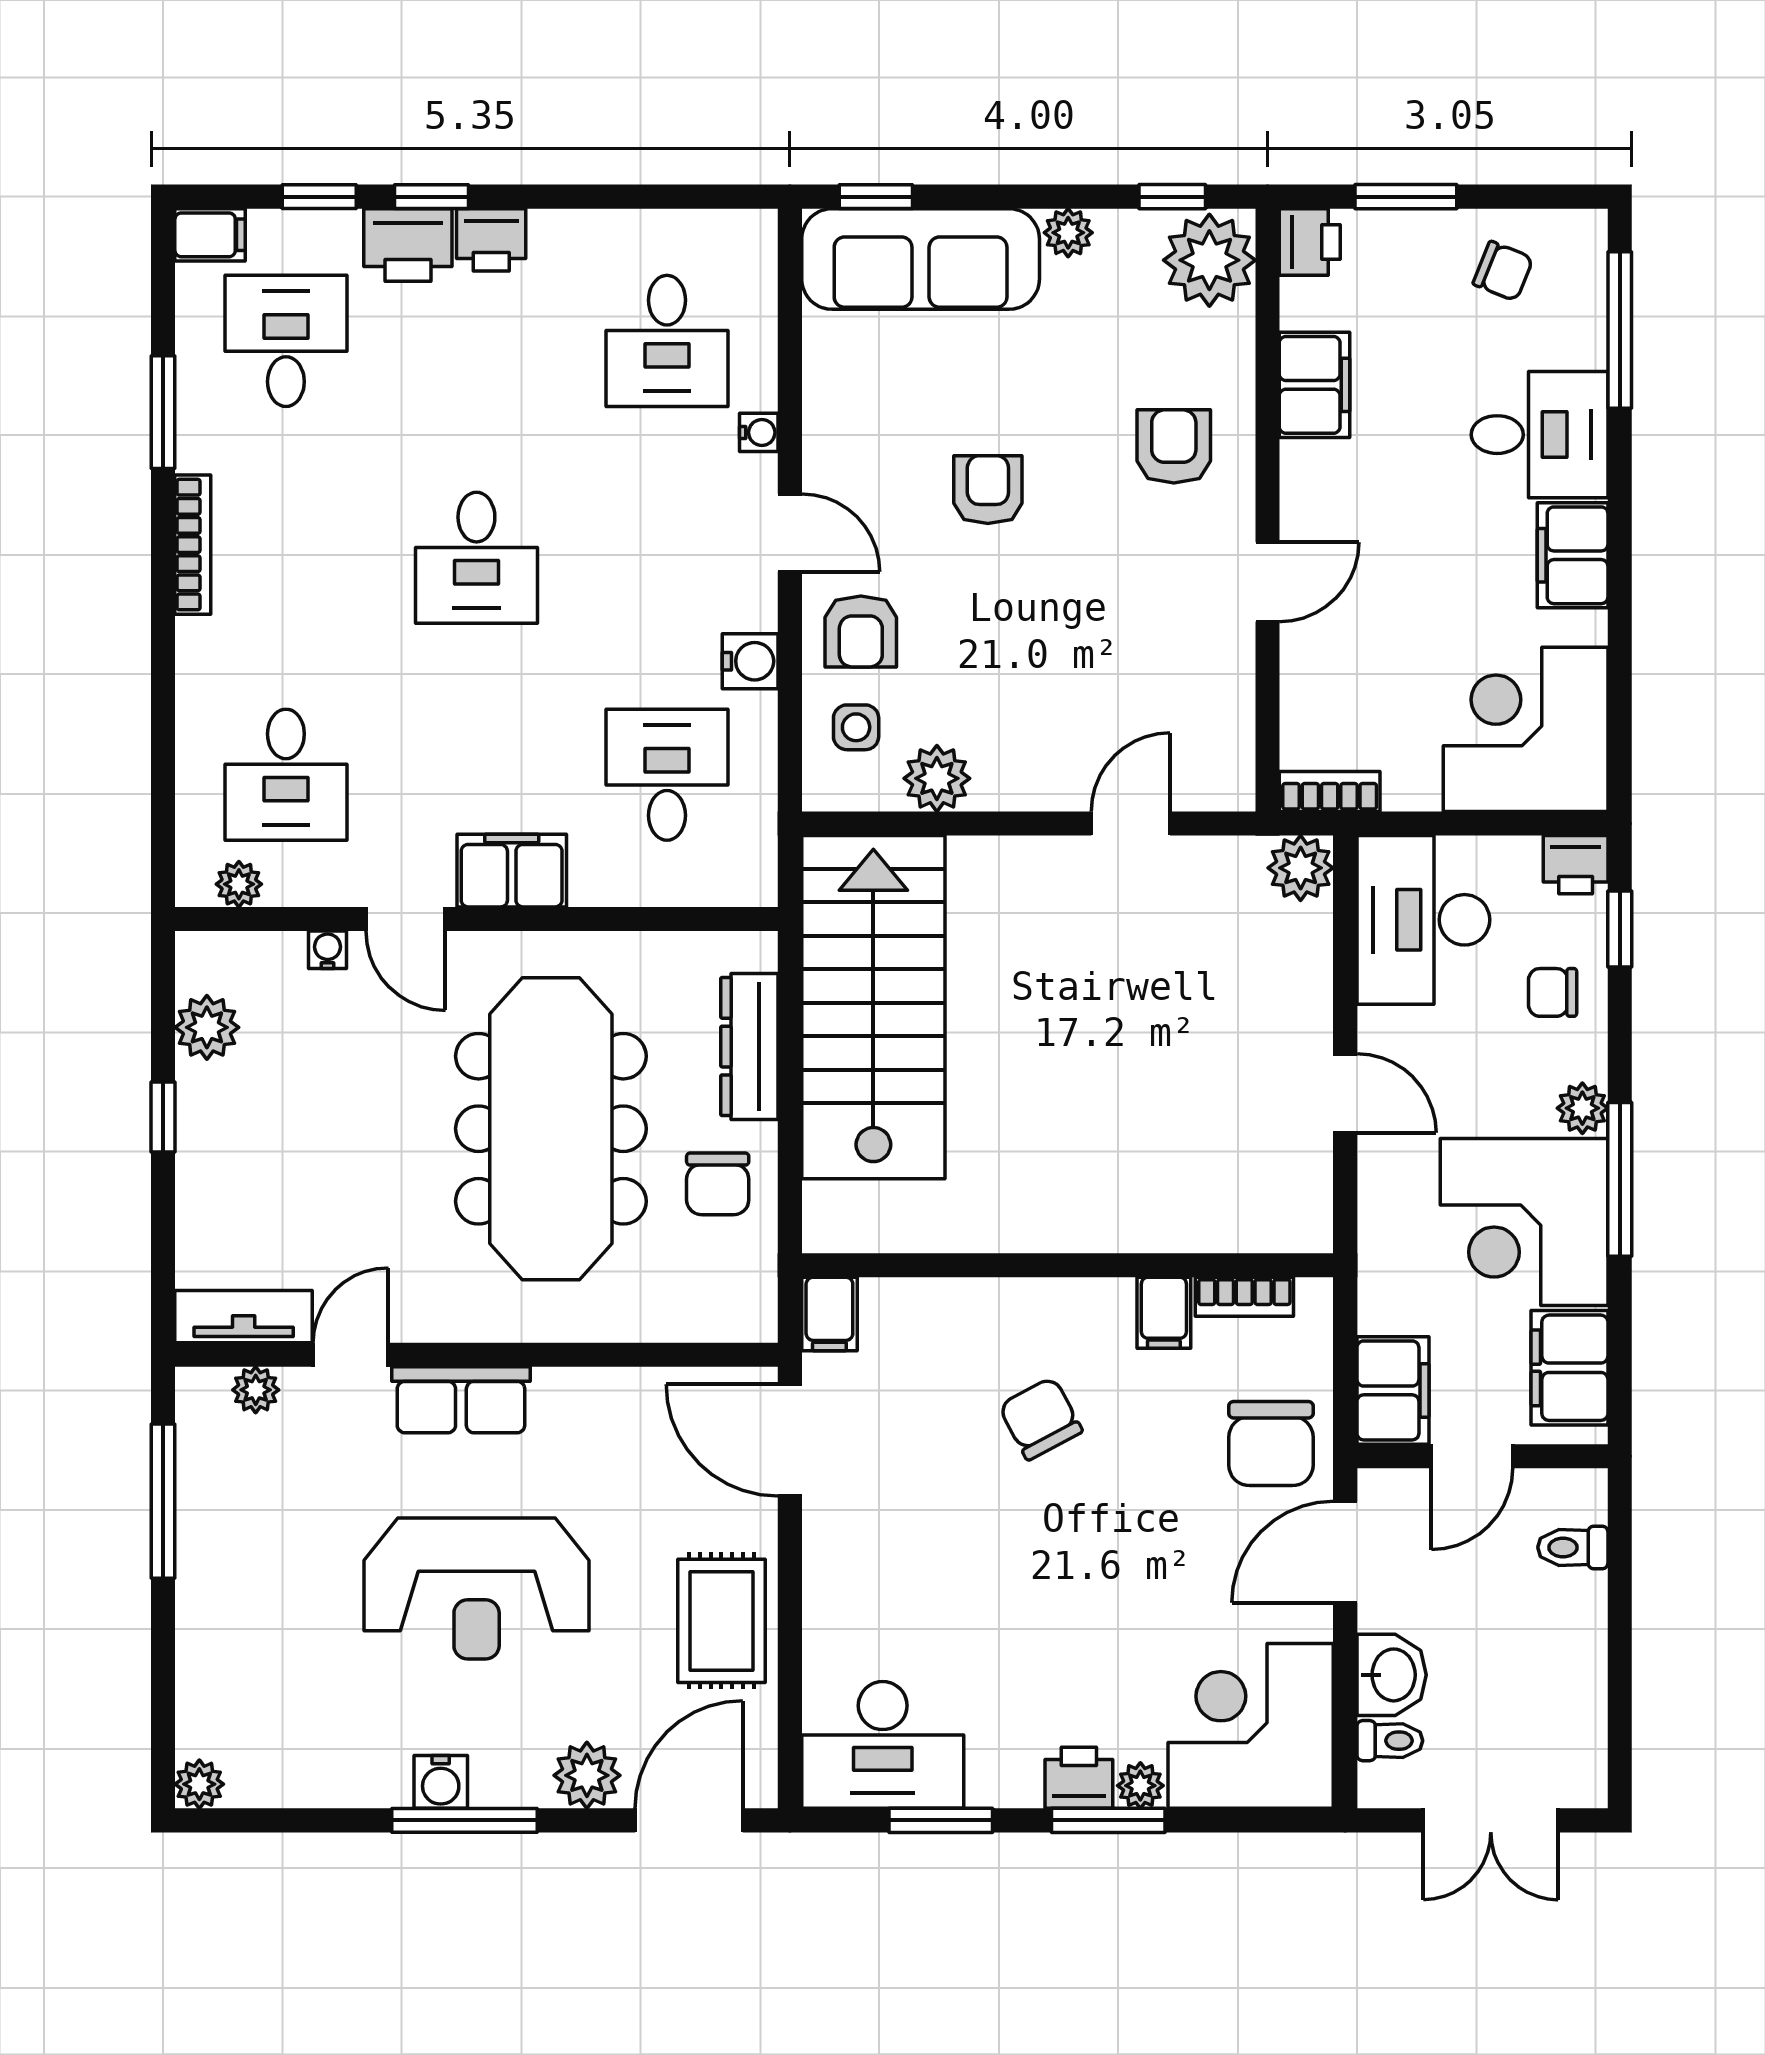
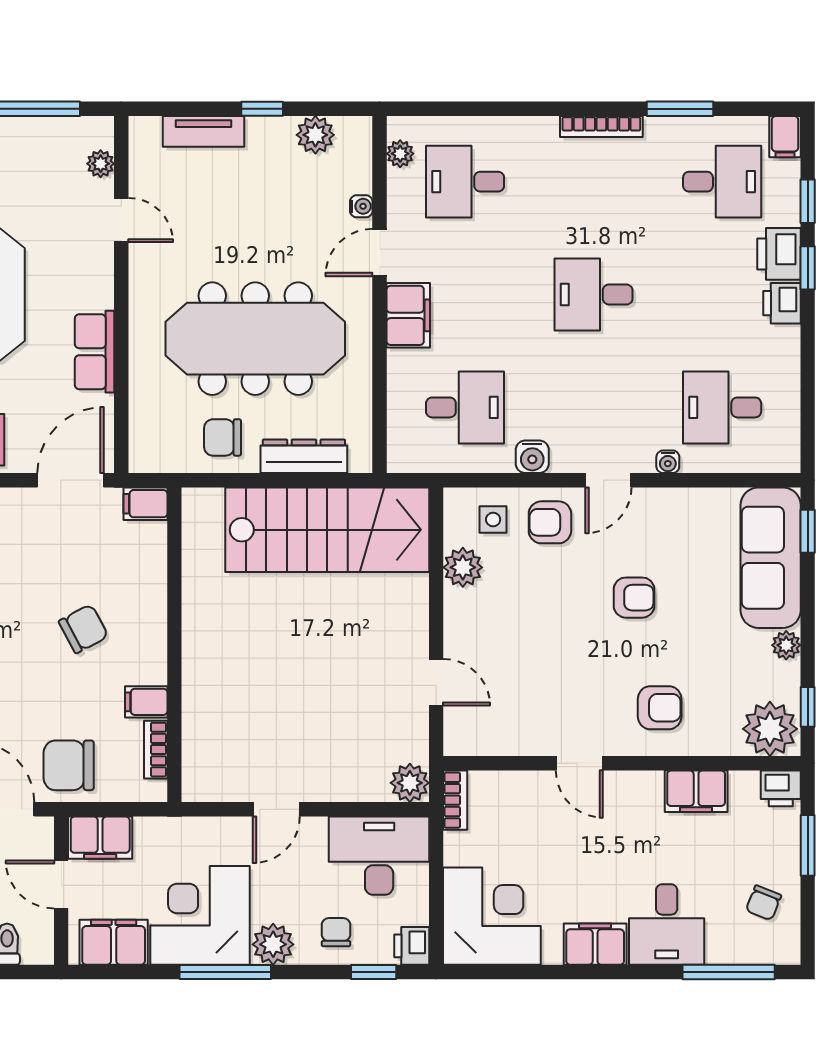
plant: (1582, 1108) -> (273, 944), width x1.38, depth x1.38
tv unit: (244, 1317) -> (204, 131), moved, turned 90
row of seats: (461, 1400) -> (95, 352), moved

